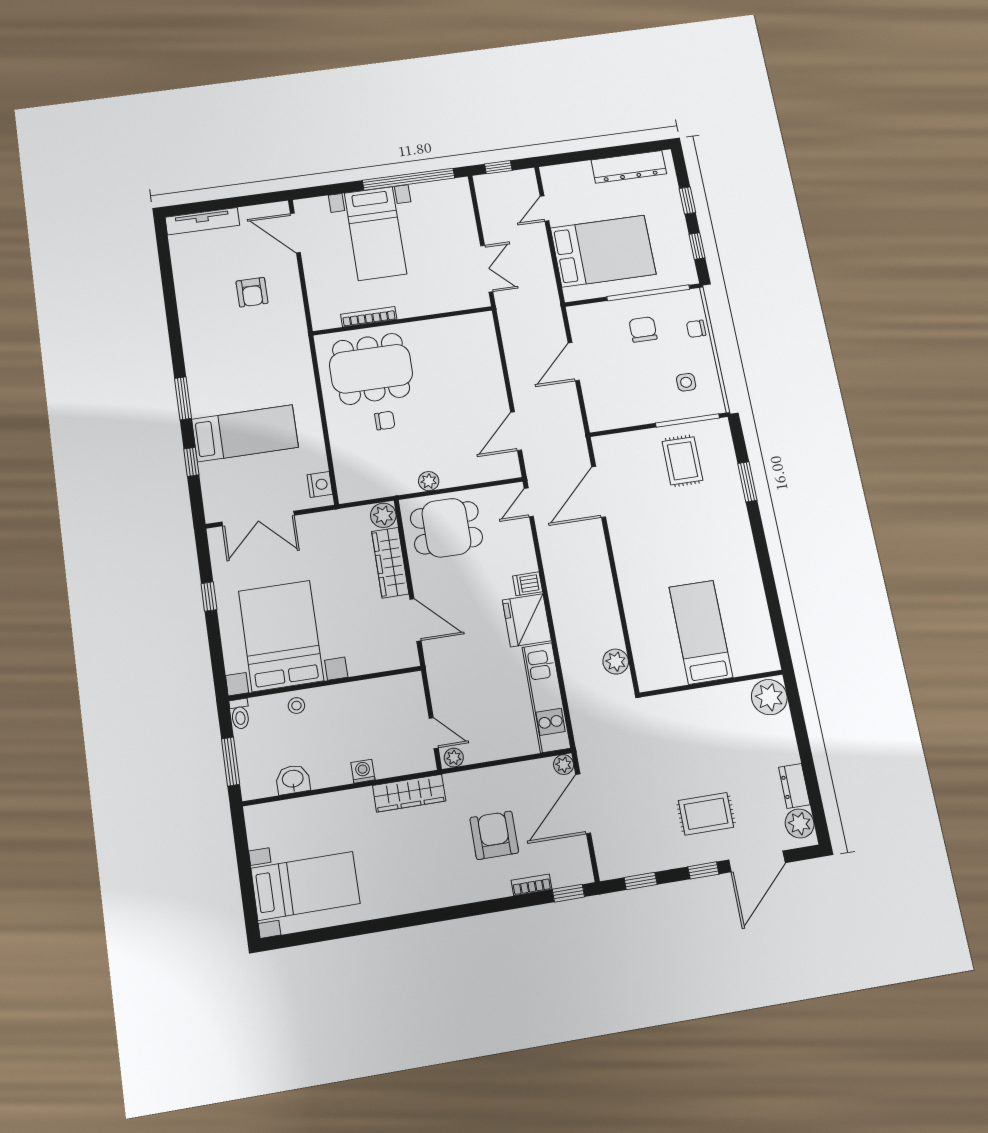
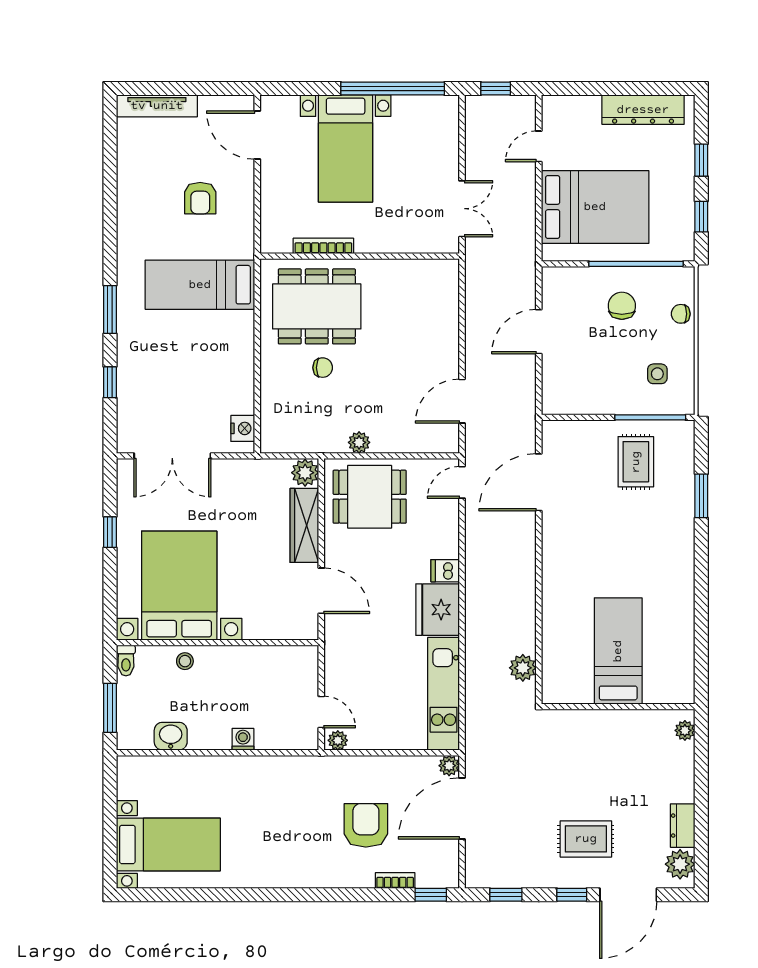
bed: (245, 433) -> (200, 285), moved, turned 180
plant: (769, 697) -> (685, 730), width x0.53, depth x0.53
wardrobe: (409, 793) -> (287, 769), removed

